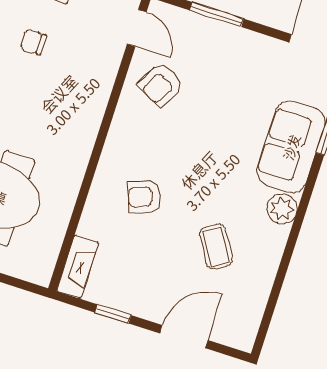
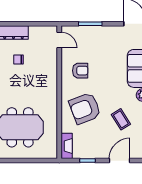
armchair: (161, 85) -> (80, 71), moved, turned -118
armchair: (145, 197) -> (85, 108), width x1.88, depth x1.88

